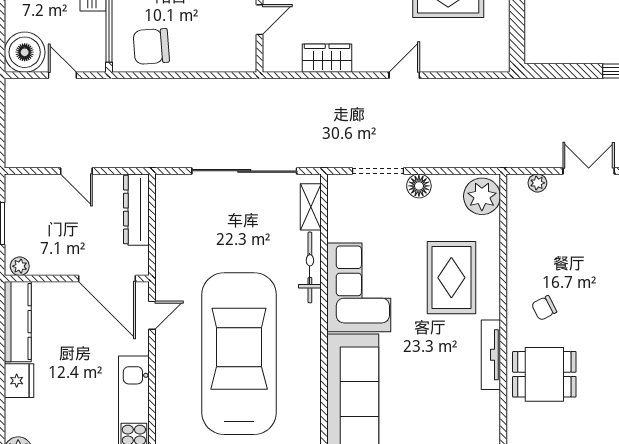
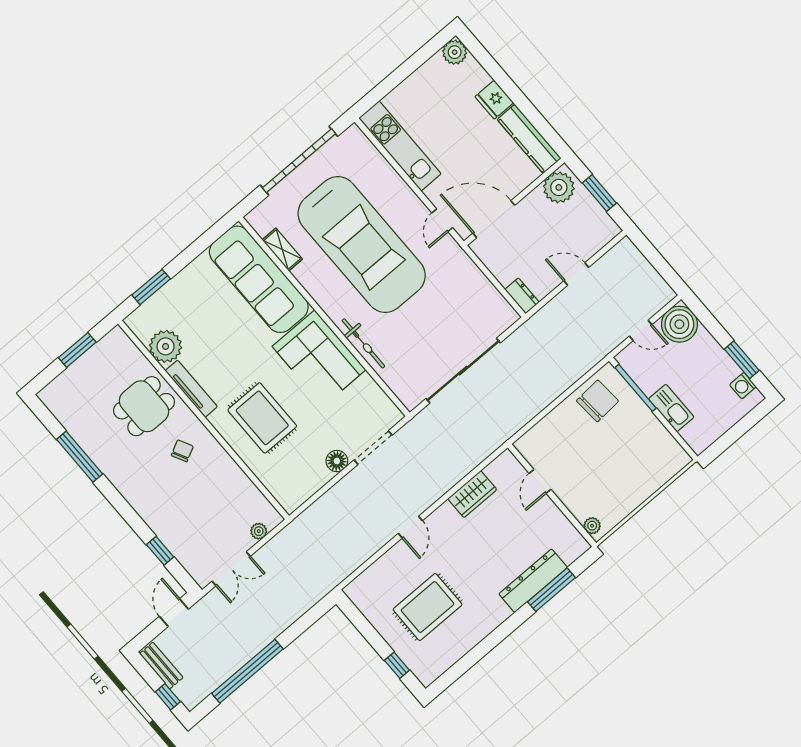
plant: (482, 196) -> (166, 346), moved
shelving: (311, 207) -> (282, 249), moved
dresser: (136, 210) -> (522, 296), width x0.51, depth x0.80
plant: (20, 266) -> (559, 187), width x1.87, depth x1.87

